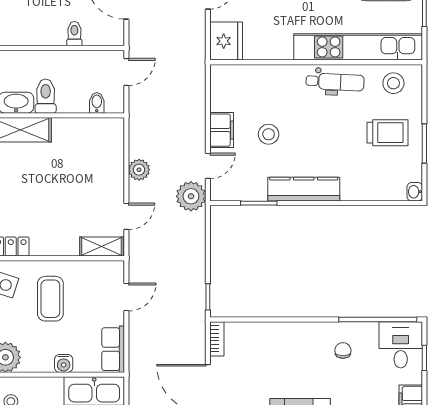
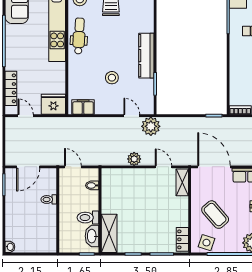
filing cabinet: (222, 130) -> (83, 107), moved
door: (126, 297) -> (214, 167), width x1.87
coffee table: (50, 299) -> (215, 215), turned 49

